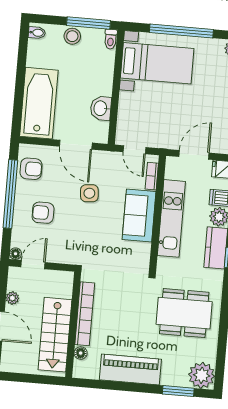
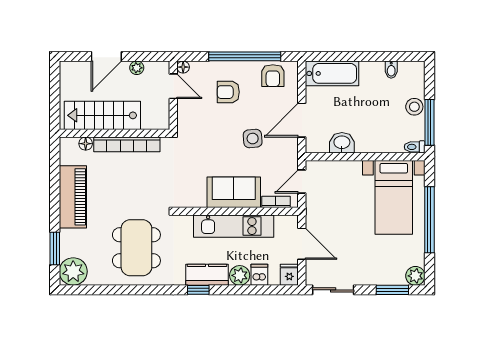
bidet: (37, 33) -> (391, 70), moved
bathtub: (39, 103) -> (332, 73), width x0.73, depth x0.73
armchair: (43, 213) -> (228, 92), turned -90

